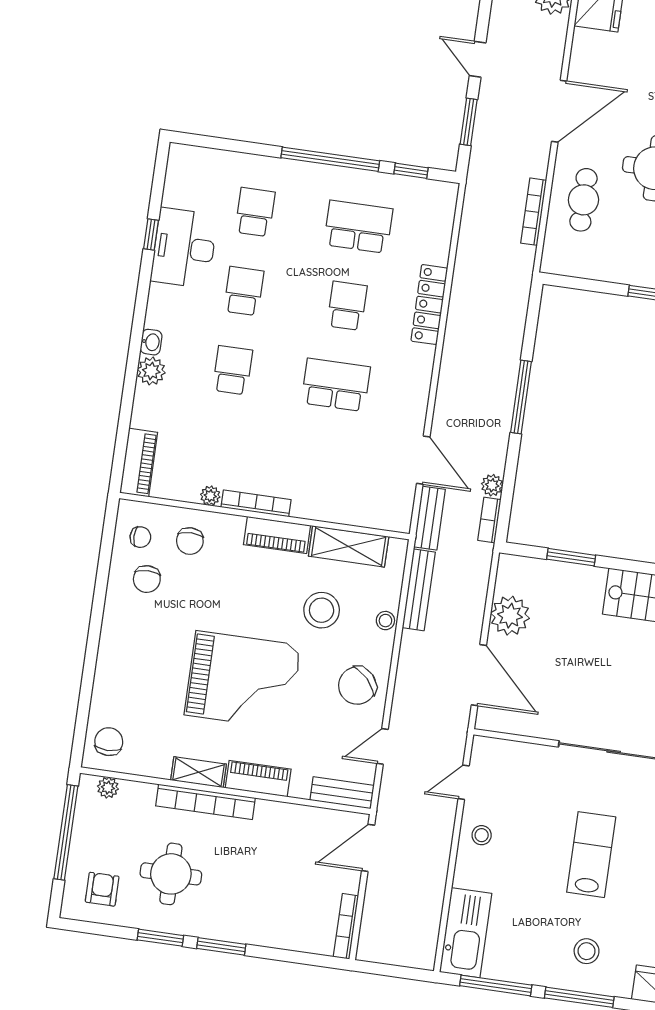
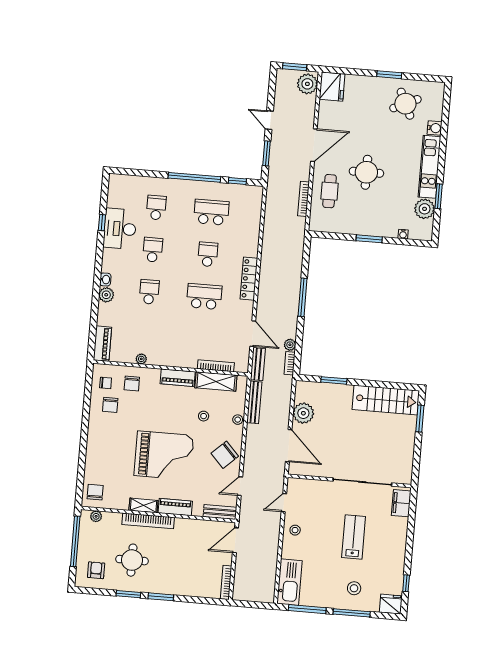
locker: (429, 305) -> (249, 279), moved
bookcase: (256, 503) -> (216, 366), moved
stool: (322, 610) -> (204, 416), width x0.53, depth x0.53

